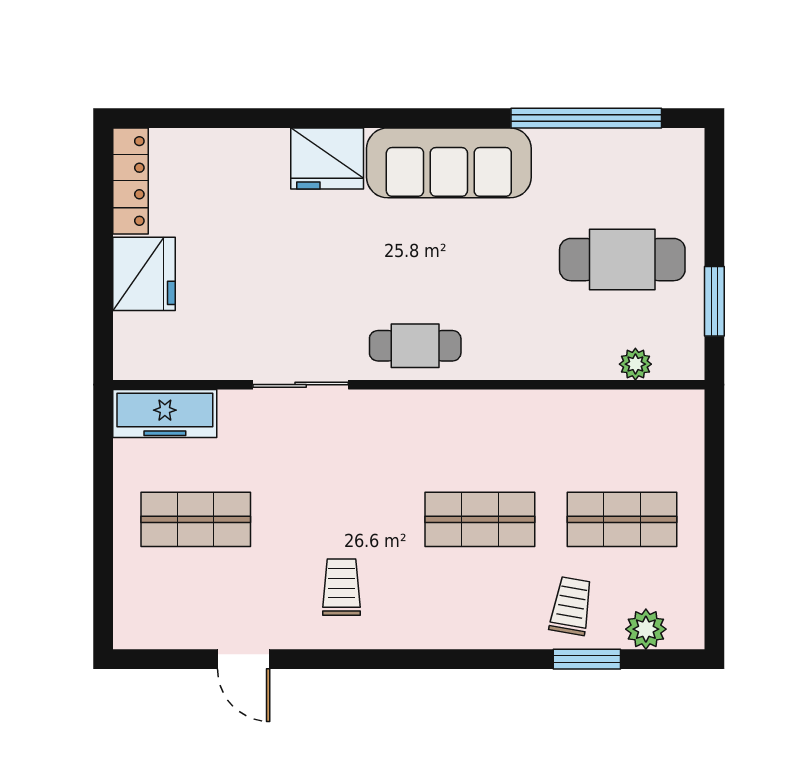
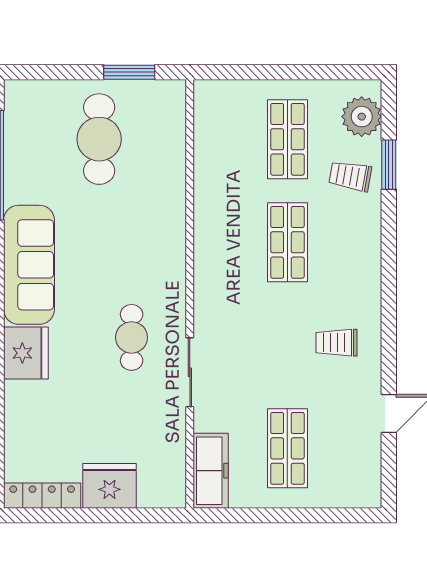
cafe table: (415, 346) -> (132, 337), moved
plant: (635, 364) -> (175, 130), removed
plant: (646, 629) -> (362, 117), width x1.36, depth x1.36

